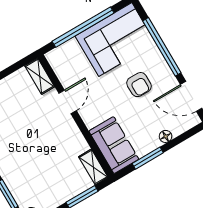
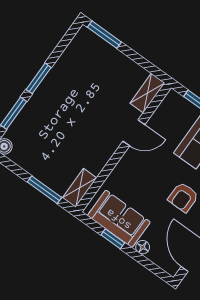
sofa: (114, 145) -> (119, 219), moved, turned -90
window: (148, 158) -> (113, 239), width x0.67

